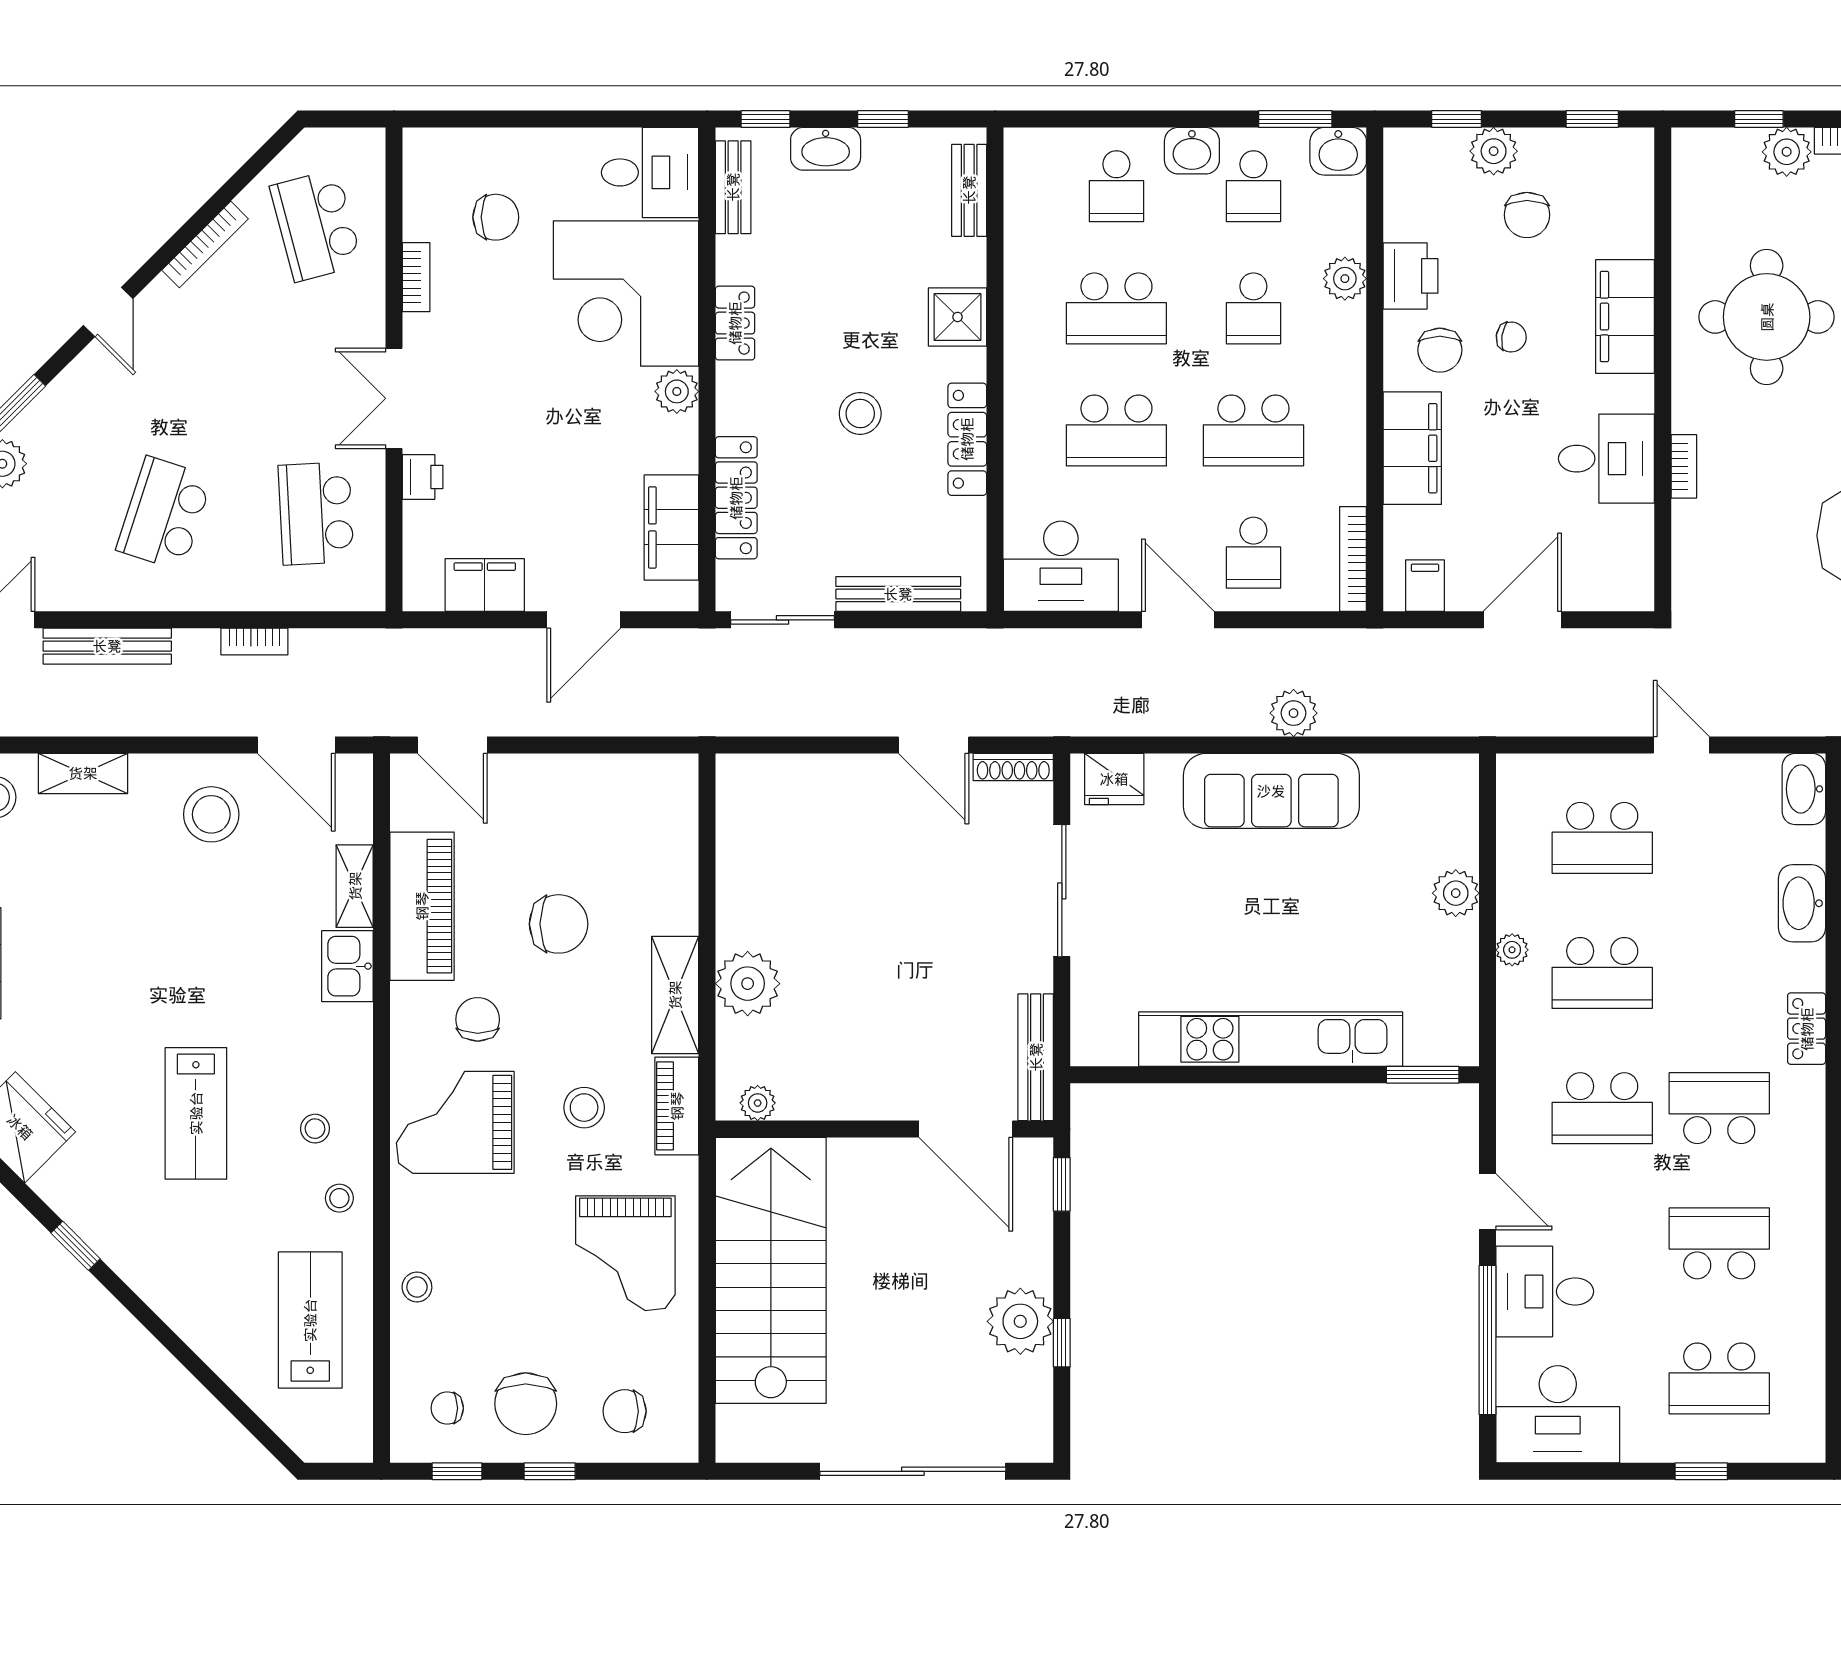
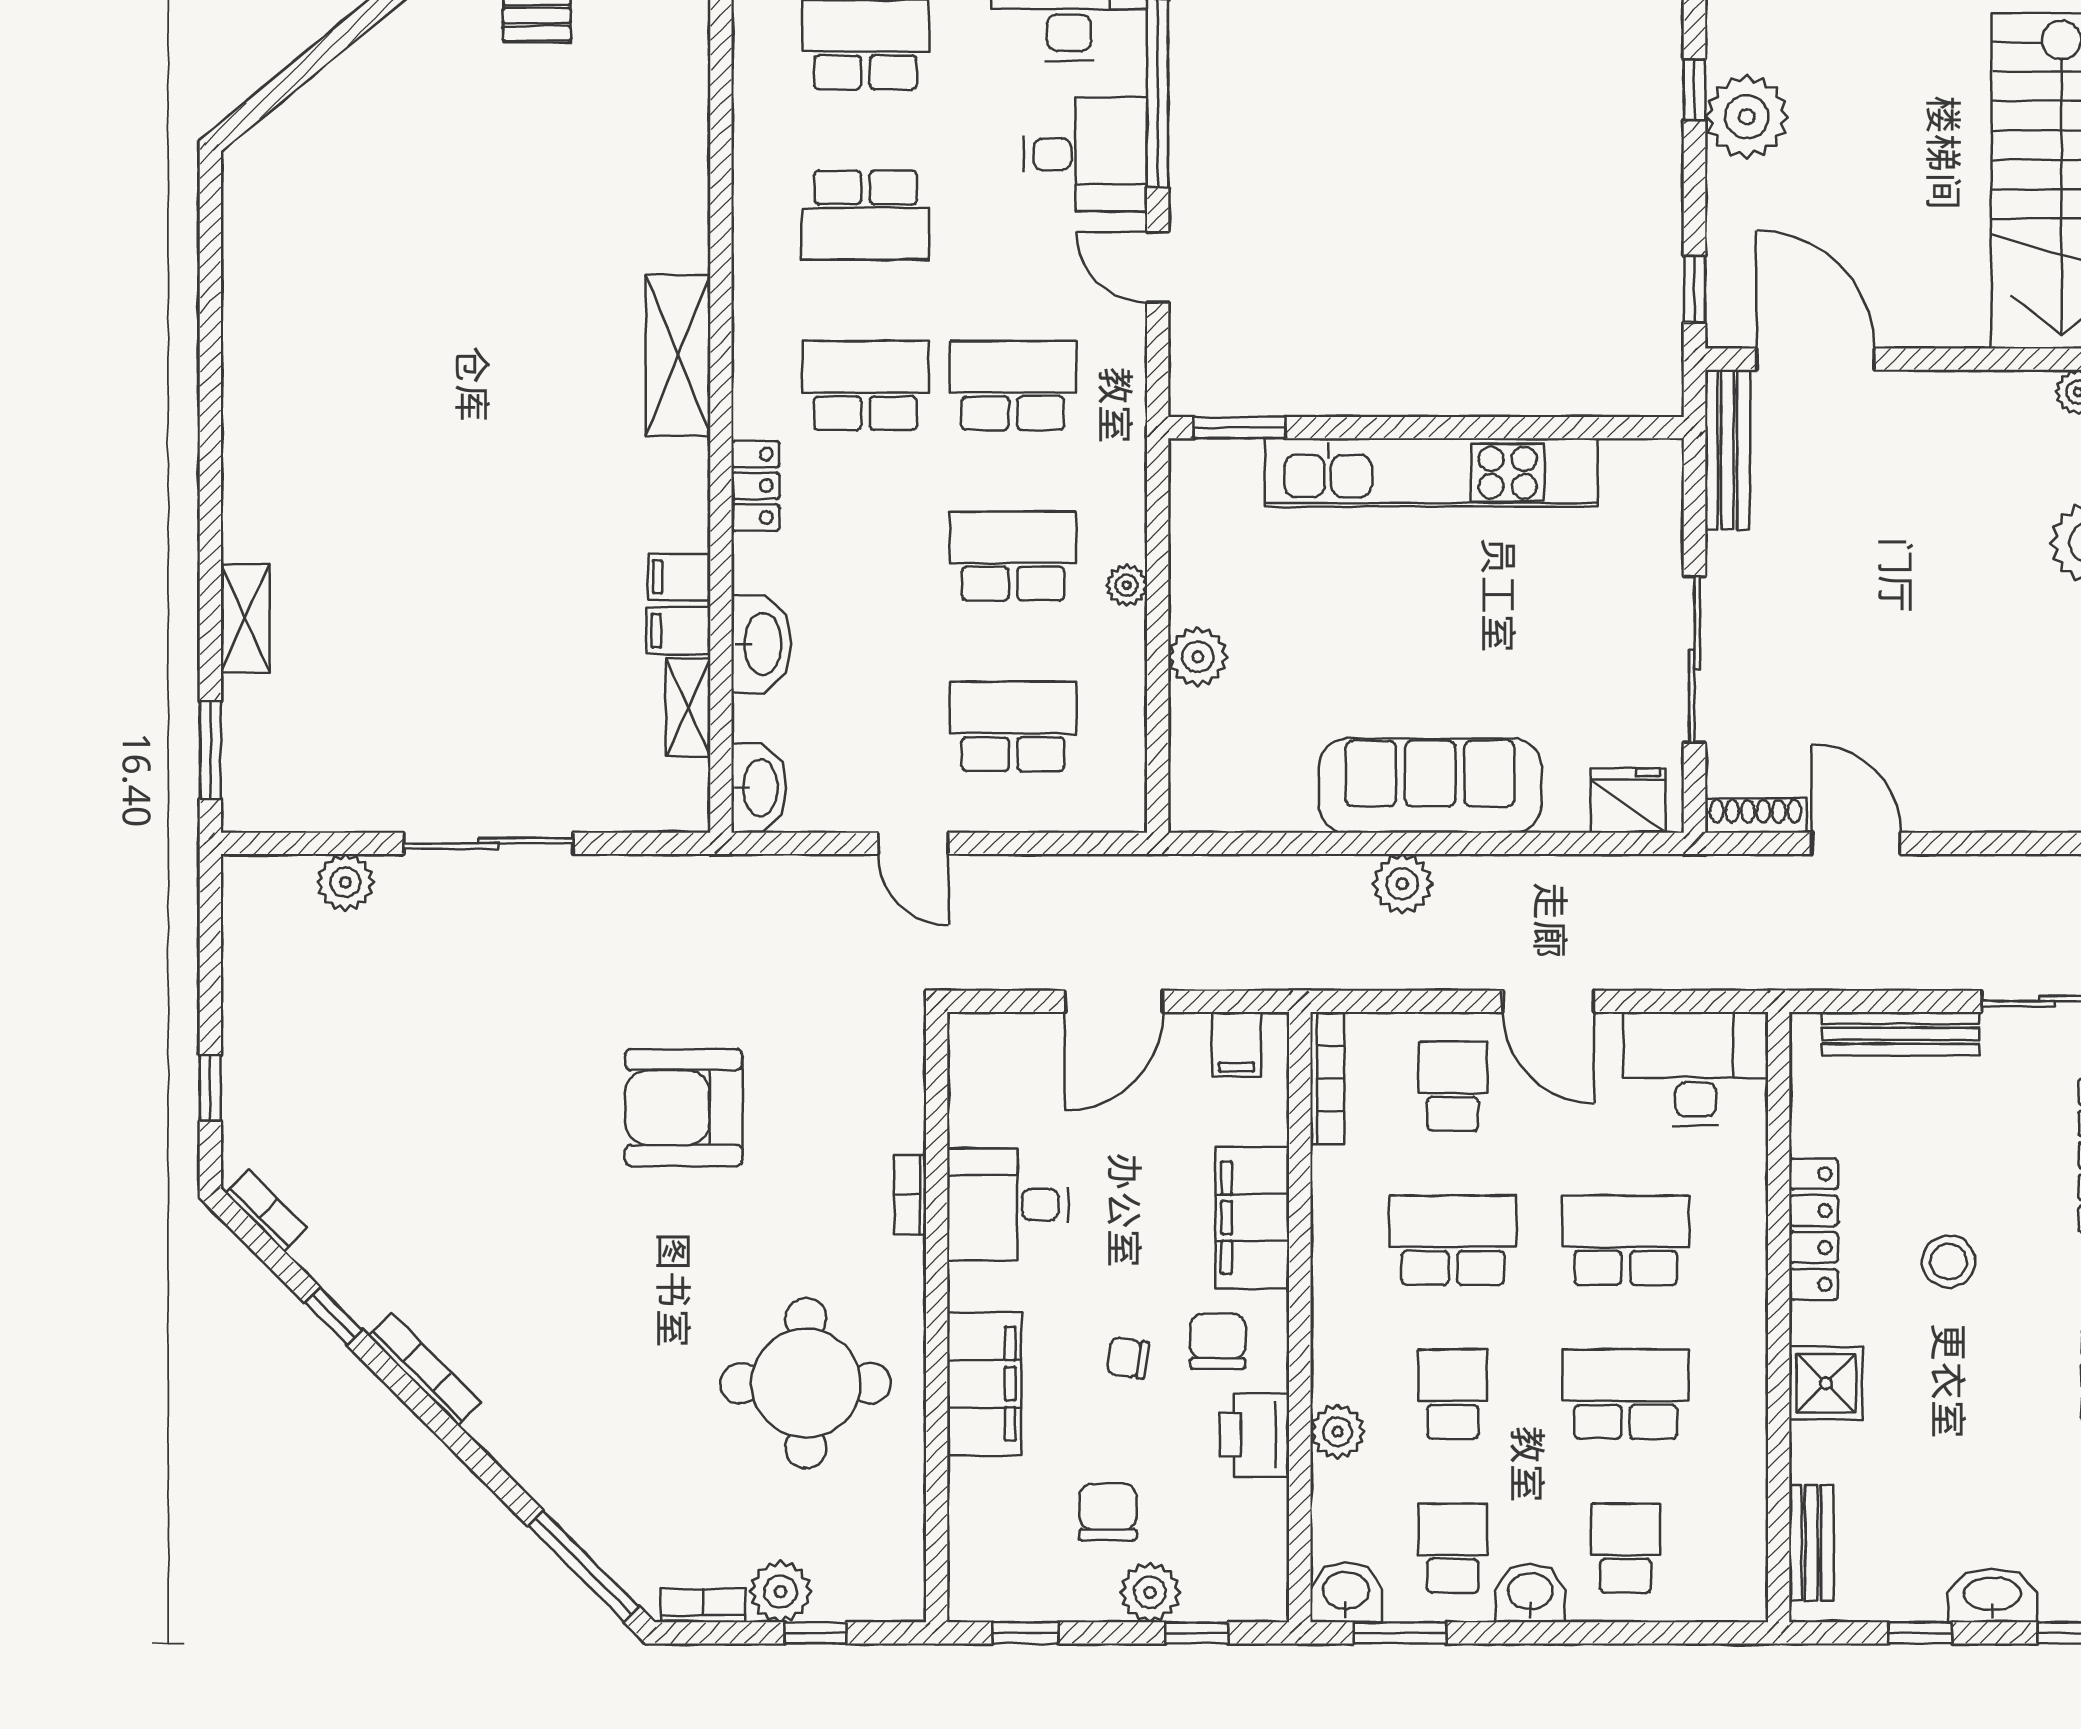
school desk: (1719, 1108) -> (865, 386), turned 180

